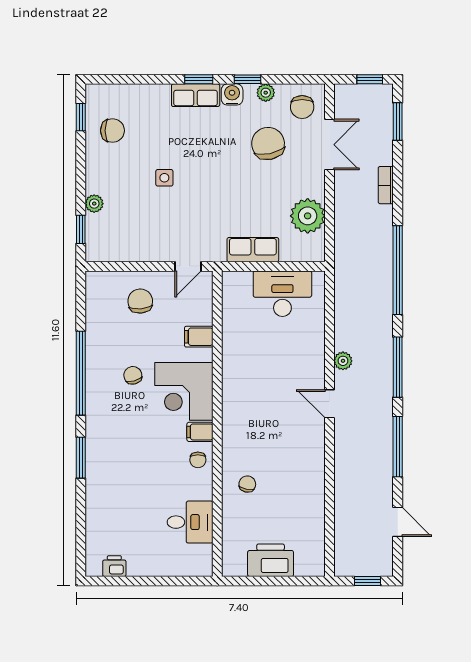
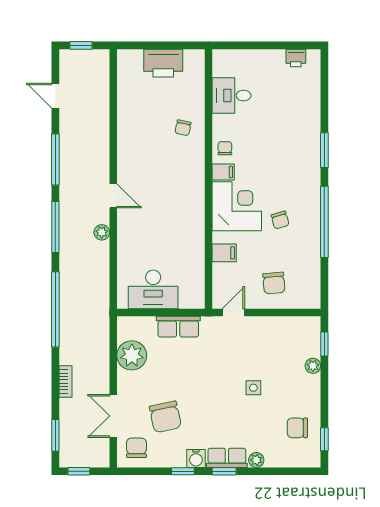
plant: (266, 93) -> (256, 460), moved

